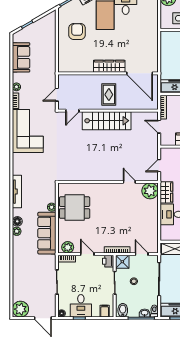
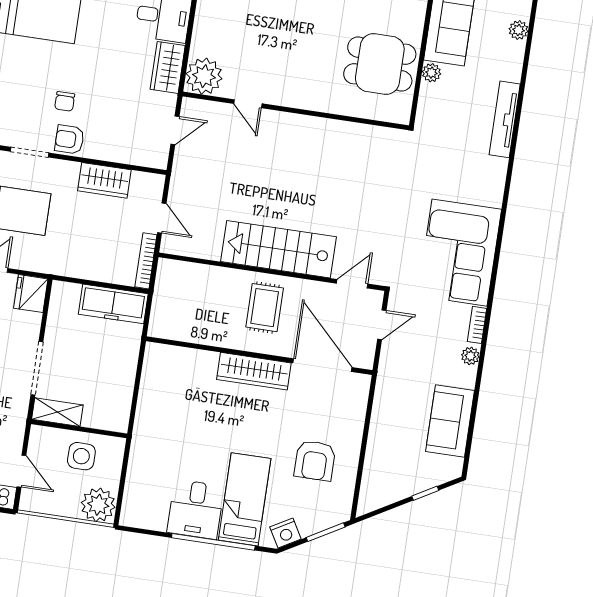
door: (140, 73) -> (322, 365), moved
floor lamp: (17, 221) -> (514, 52), removed

